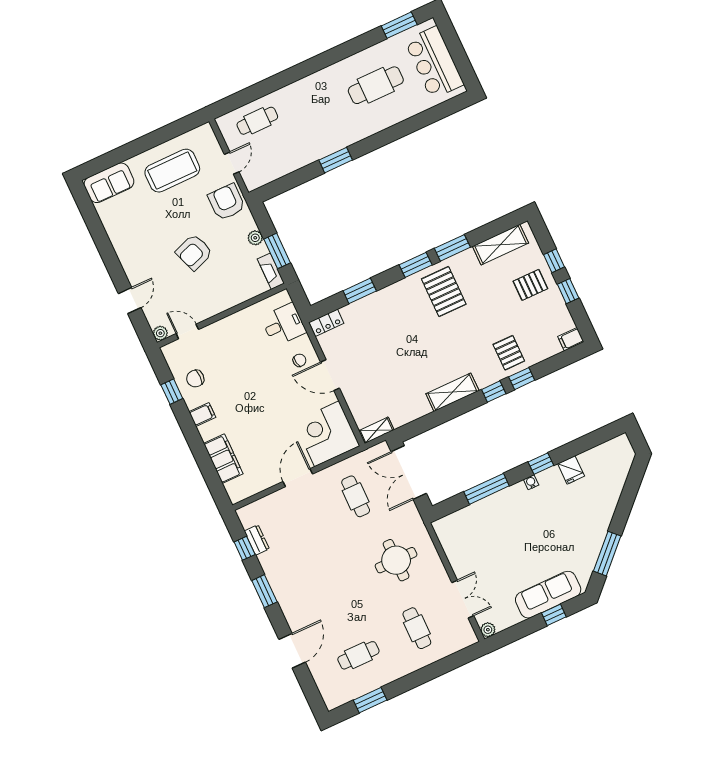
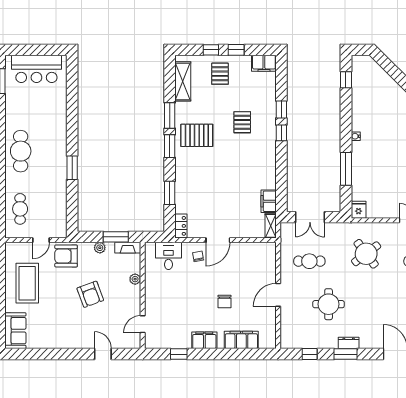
cafe table: (376, 85) -> (21, 151), moved
door: (232, 163) -> (41, 240), swing flipped
plant: (160, 333) -> (135, 279), moved
filing cabinet: (571, 339) -> (264, 63), width x2.00
pallet: (509, 353) -> (242, 122), moved, turned 90
chair: (195, 379) -> (224, 302), moved
shelving: (452, 392) -> (269, 161), removed
filing cabinet: (405, 414) -> (269, 201), added
filing cabinet: (202, 415) -> (204, 340), width x2.00
corner desk: (327, 434) -> (257, 261), removed
window: (541, 464) -> (346, 80), moved
fridge: (571, 470) -> (359, 210), moved, turned -90
double door: (409, 472) -> (310, 217), width x0.73
door: (298, 478) -> (278, 295), hinge flipped
dresser: (257, 540) -> (349, 343), moved
round table: (315, 543) -> (329, 304), added
round table: (396, 560) -> (366, 254), turned -37

